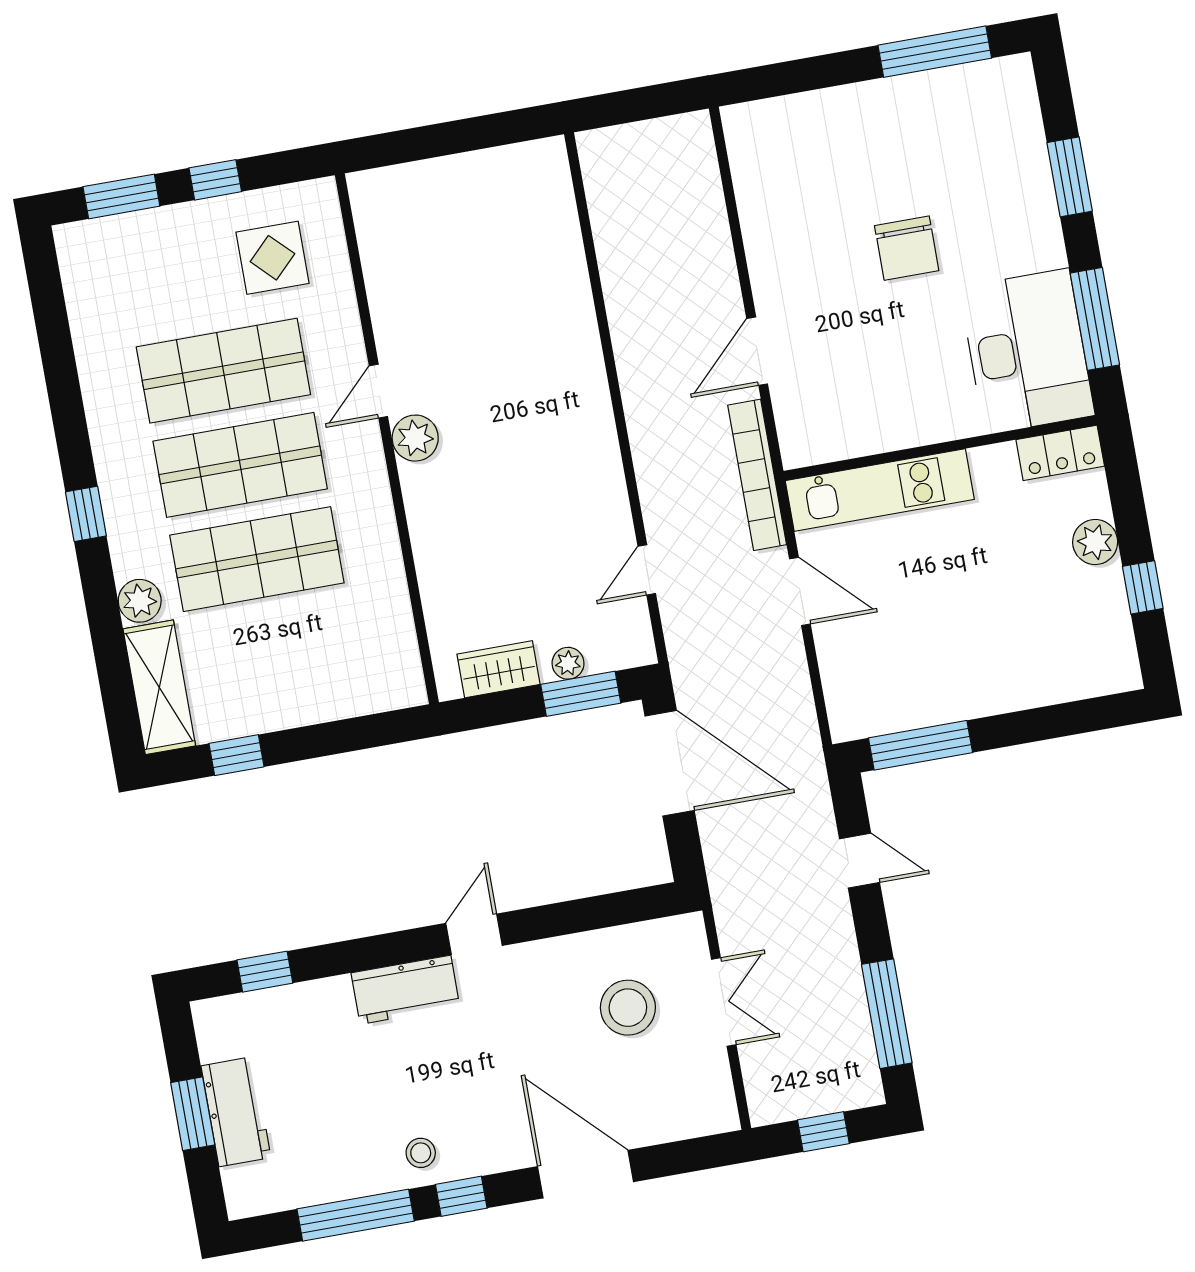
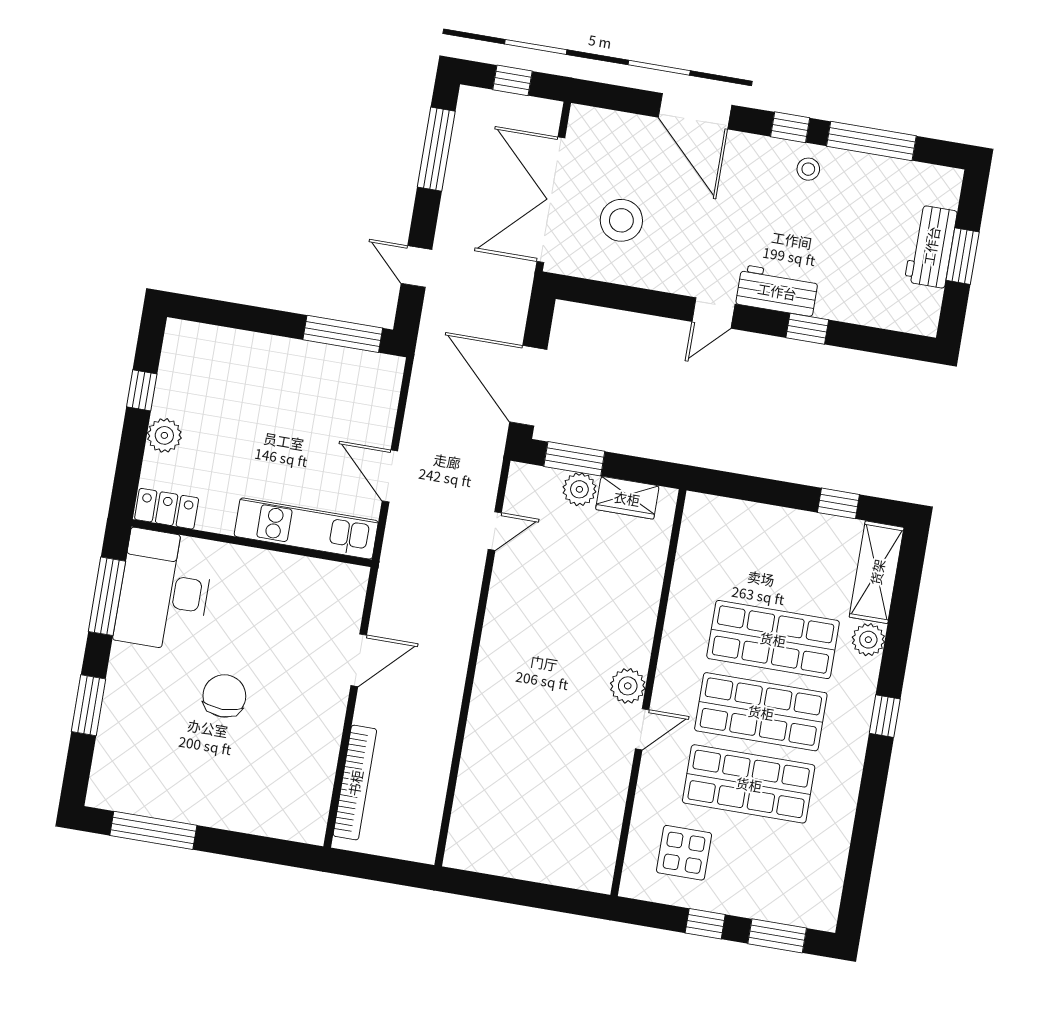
bookcase: (757, 475) -> (355, 783), moved
plant: (568, 663) -> (579, 489), width x1.38, depth x1.38
window: (265, 972) -> (807, 329), moved
double door: (724, 1002) -> (551, 200), width x1.87

